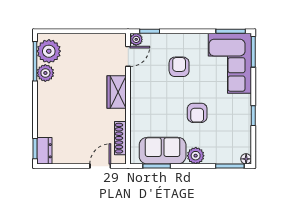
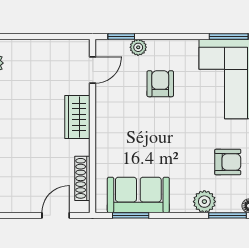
plant: (136, 39) -> (138, 47), moved
armchair: (197, 113) -> (228, 162), moved, turned -90
plant: (196, 156) -> (204, 202), moved

